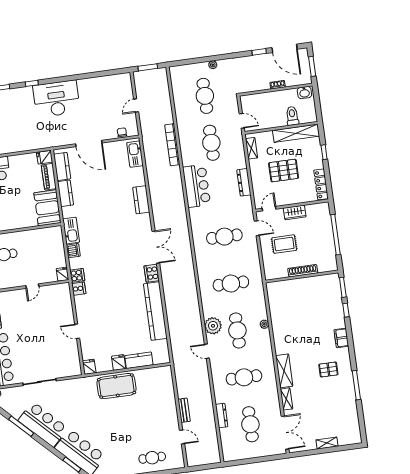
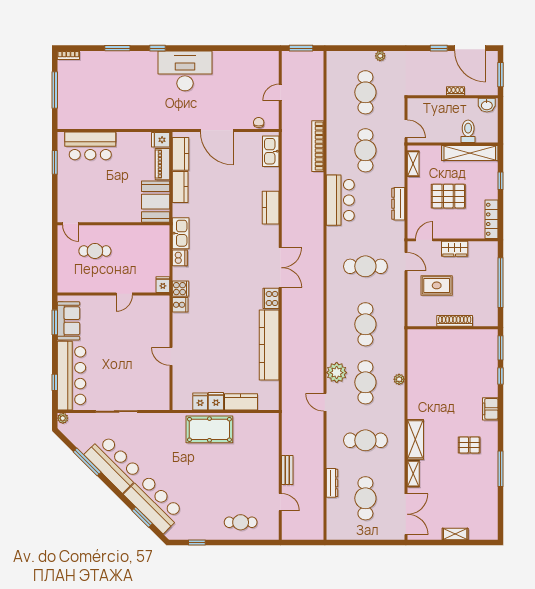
cafe table: (231, 284) -> (365, 324), turned 90
fridge: (89, 367) -> (200, 401), moved

